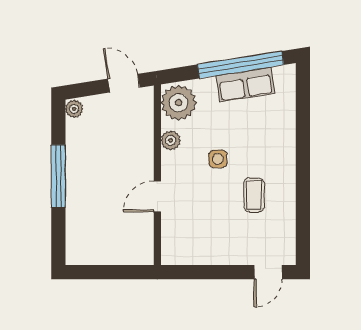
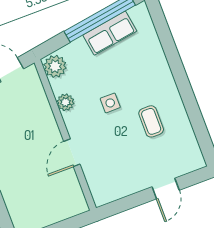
plant: (179, 103) -> (55, 66), width x0.73, depth x0.73
door: (268, 272) -> (166, 189), moved

